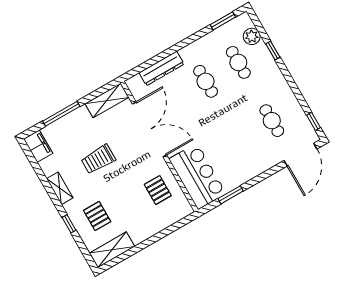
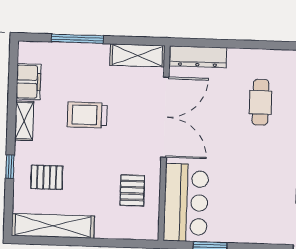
dresser: (161, 68) -> (198, 57), moved
filing cabinet: (38, 146) -> (28, 82), moved
pallet: (97, 216) -> (47, 177), turned 90
shelving: (112, 250) -> (53, 226), width x1.47

